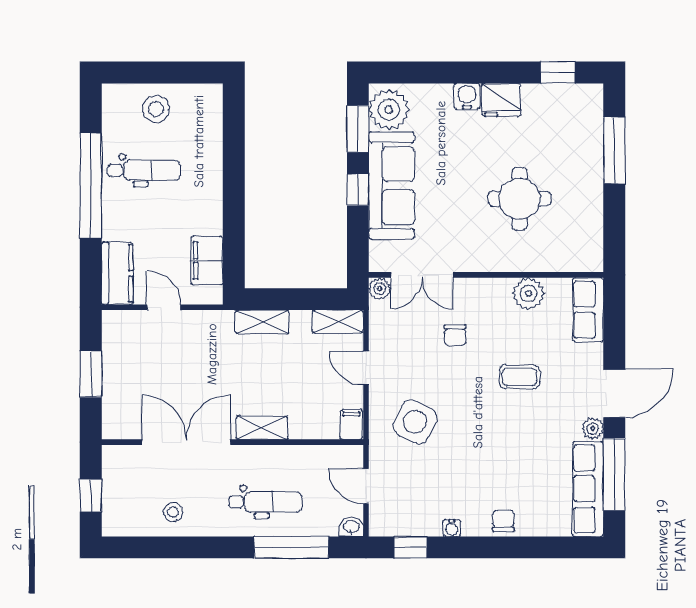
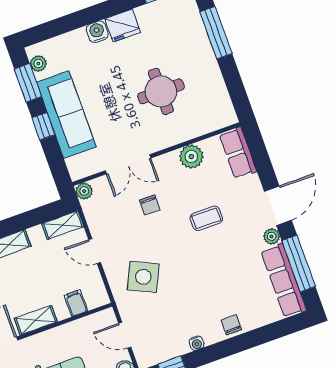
plant: (389, 110) -> (38, 64), width x0.53, depth x0.53
double door: (422, 275) -> (128, 164), moved
filing cabinet: (351, 424) -> (76, 303), moved

